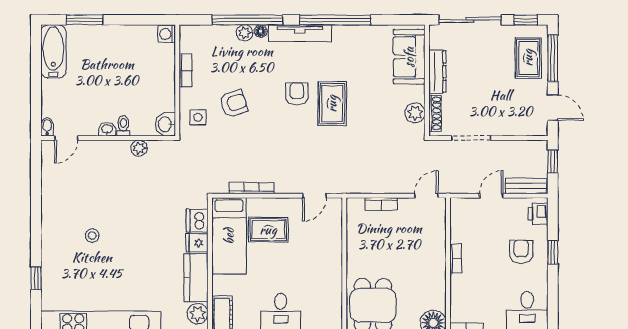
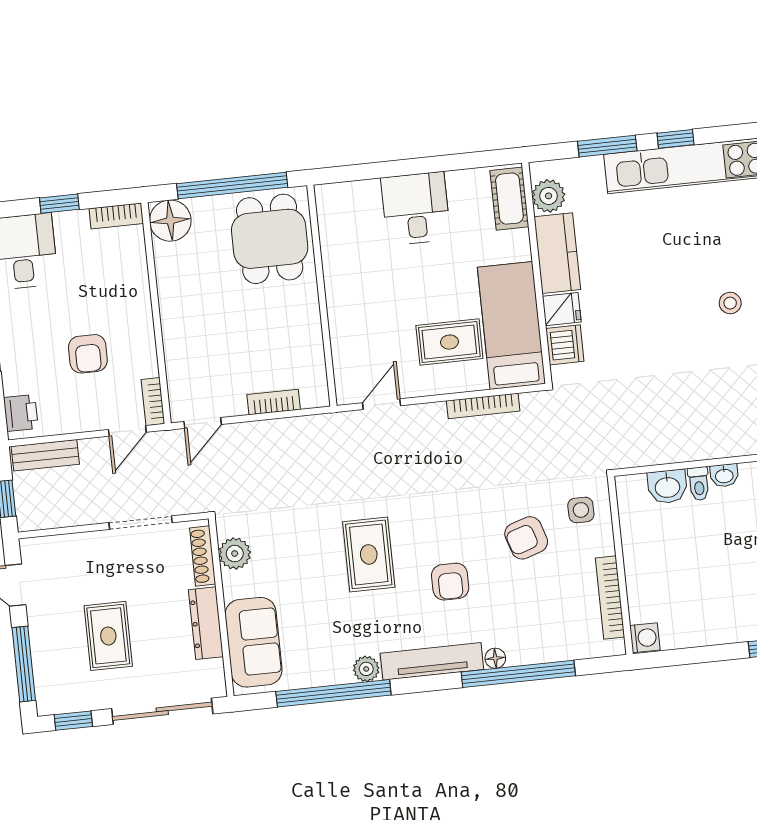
window: (335, 20) -> (333, 693), moved
plant: (245, 33) -> (366, 669), moved
rug: (528, 58) -> (108, 636), moved
bookcase: (186, 70) -> (610, 597), width x1.56
armchair: (297, 94) -> (450, 582), moved
washbasin: (165, 124) -> (667, 487), moved, turned 90
plant: (139, 148) -> (670, 451), removed
door: (491, 196) -> (127, 431), moved
armchair: (521, 252) -> (88, 354), moved
bookcase: (456, 258) -> (153, 402), moved

